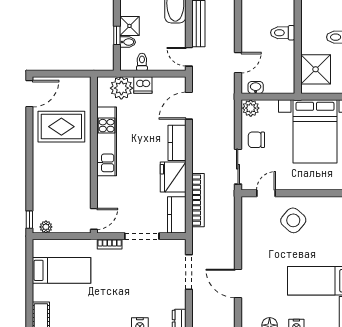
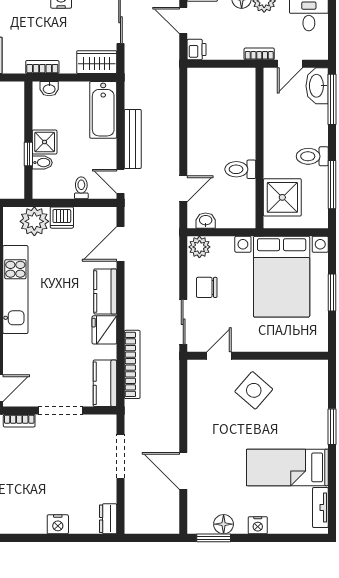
toilet: (283, 33) -> (240, 169), moved
toilet: (142, 62) -> (81, 188), moved
fridge: (173, 177) -> (104, 330), width x0.73, depth x0.75

